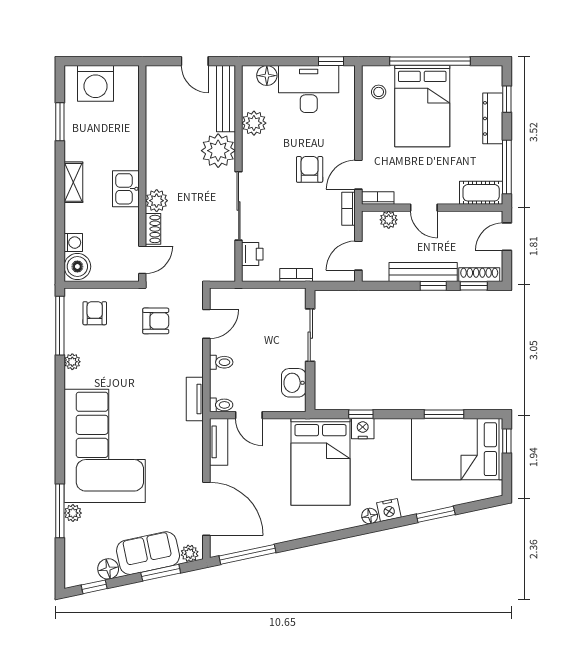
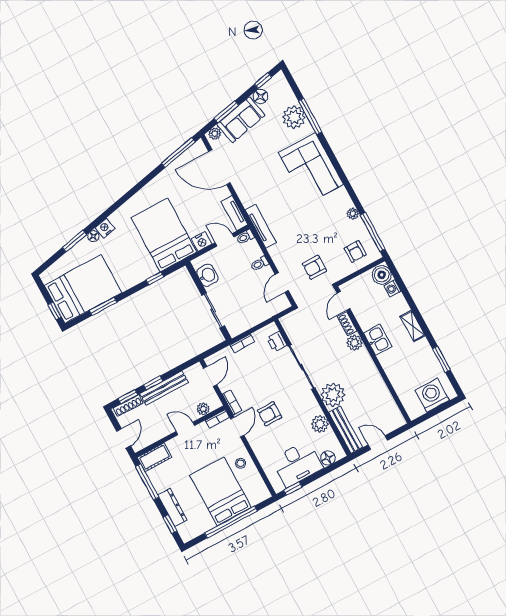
stool: (379, 92) -> (240, 463), moved
armchair: (310, 169) -> (270, 414), turned 90
tv unit: (195, 399) -> (261, 226), width x1.41
nightstand: (363, 429) -> (202, 241), moved
corner sofa: (105, 446) -> (311, 168), width x0.73, depth x0.74
plant: (73, 513) -> (294, 117), width x1.88, depth x1.88
floor lamp: (370, 516) -> (93, 236), moved

